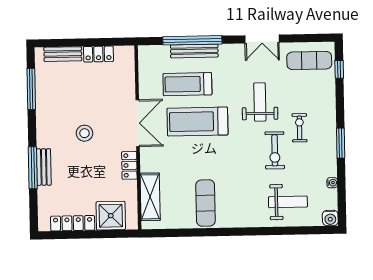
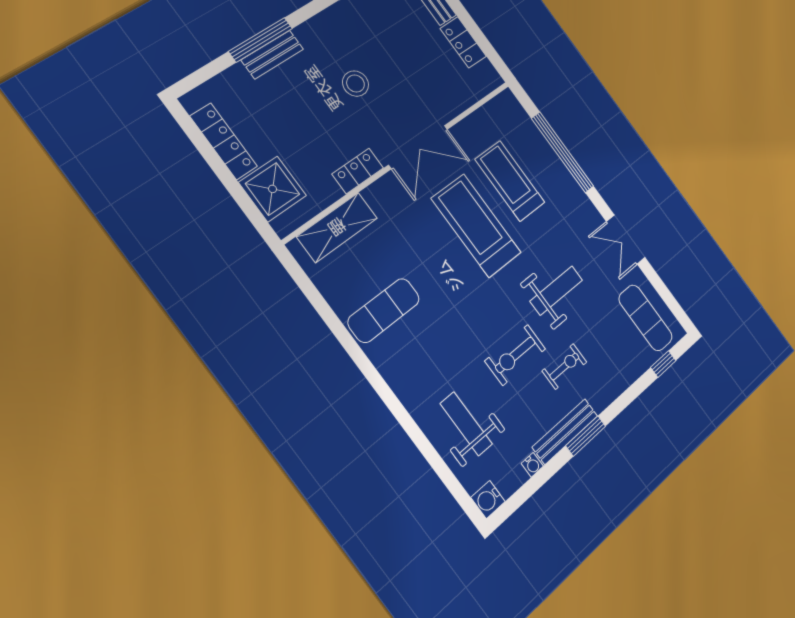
bench: (194, 51) -> (565, 431), moved, turned 90
weight bench: (288, 202) -> (466, 424), turned 180

